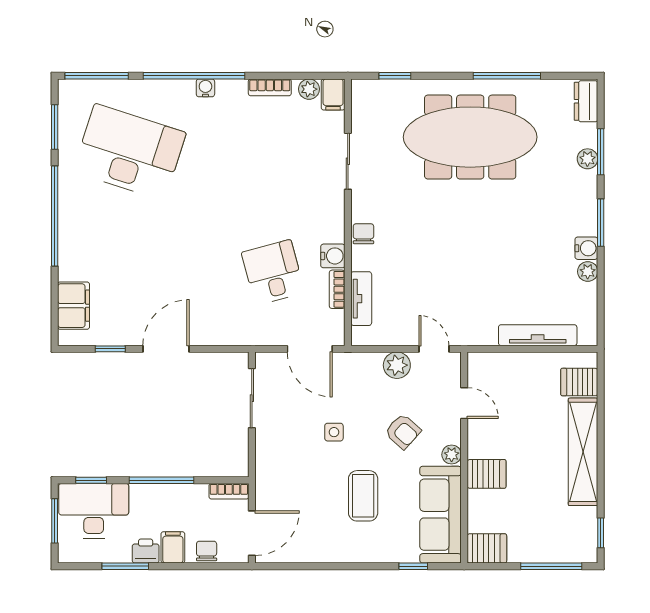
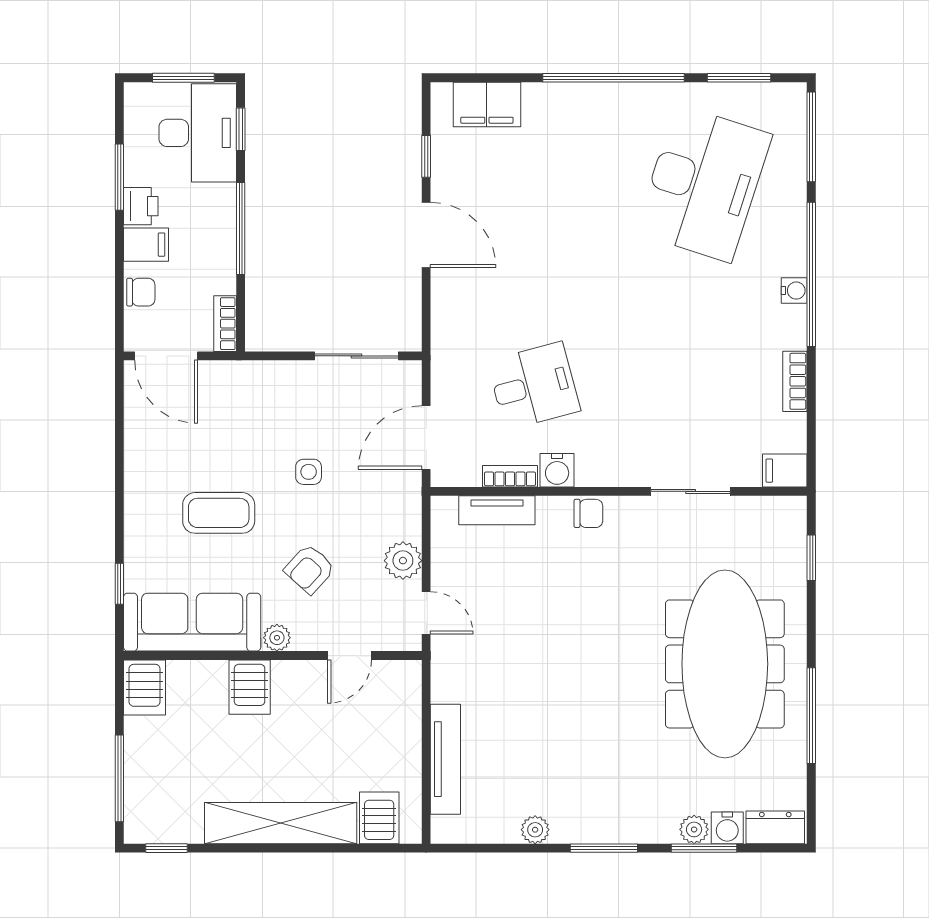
plant: (309, 89) -> (792, 437), removed
water cooler: (586, 248) -> (727, 828), moved
door: (434, 349) -> (426, 613), hinge flipped

